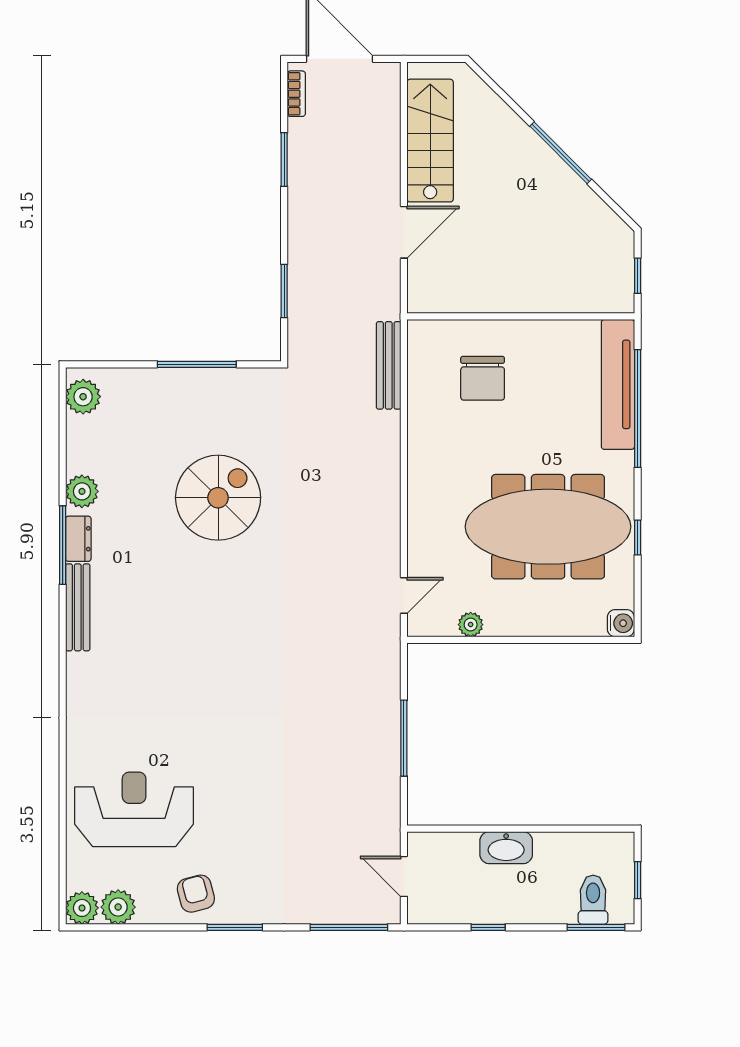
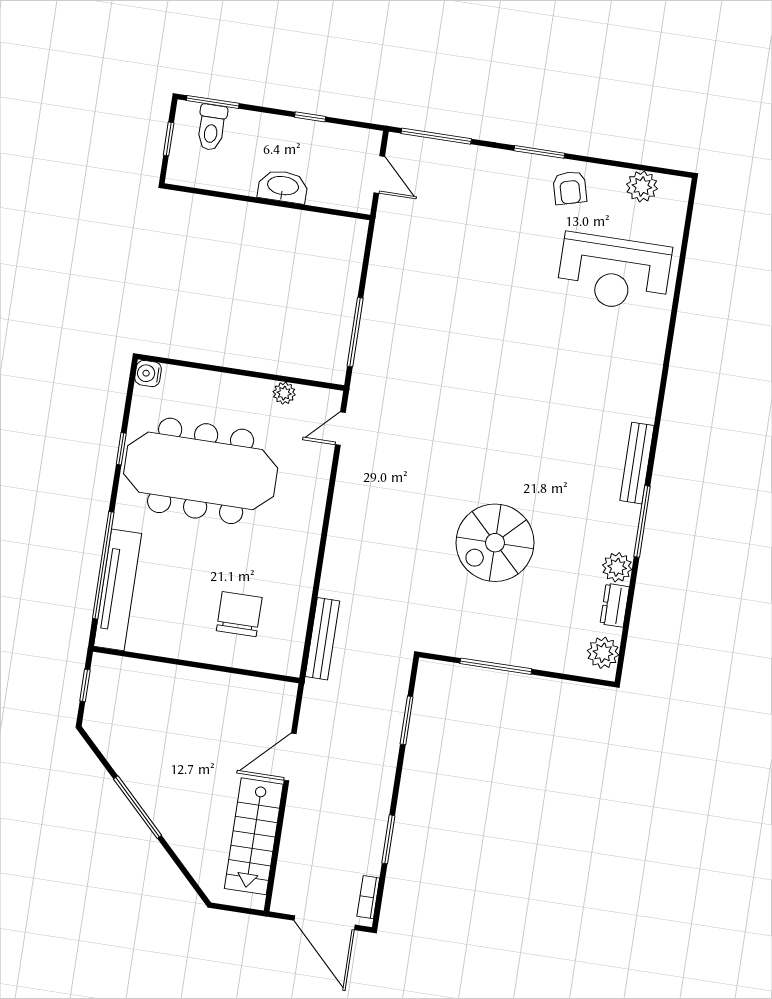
dresser: (78, 539) -> (615, 605), moved
window: (404, 738) -> (355, 332), moved
plant: (82, 908) -> (675, 191), removed

